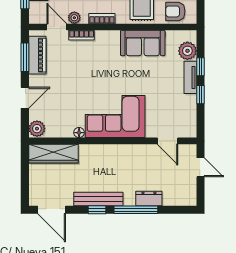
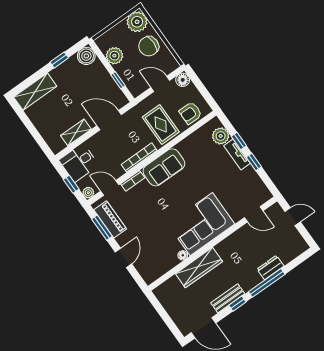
plant: (74, 18) -> (88, 193), moved
bookcase: (102, 19) -> (139, 157), width x1.56
sofa: (143, 43) -> (164, 167), moved
plant: (37, 129) -> (149, 275), removed
wardrobe: (54, 154) -> (199, 268), moved
bench: (98, 199) -> (228, 298), width x0.73

